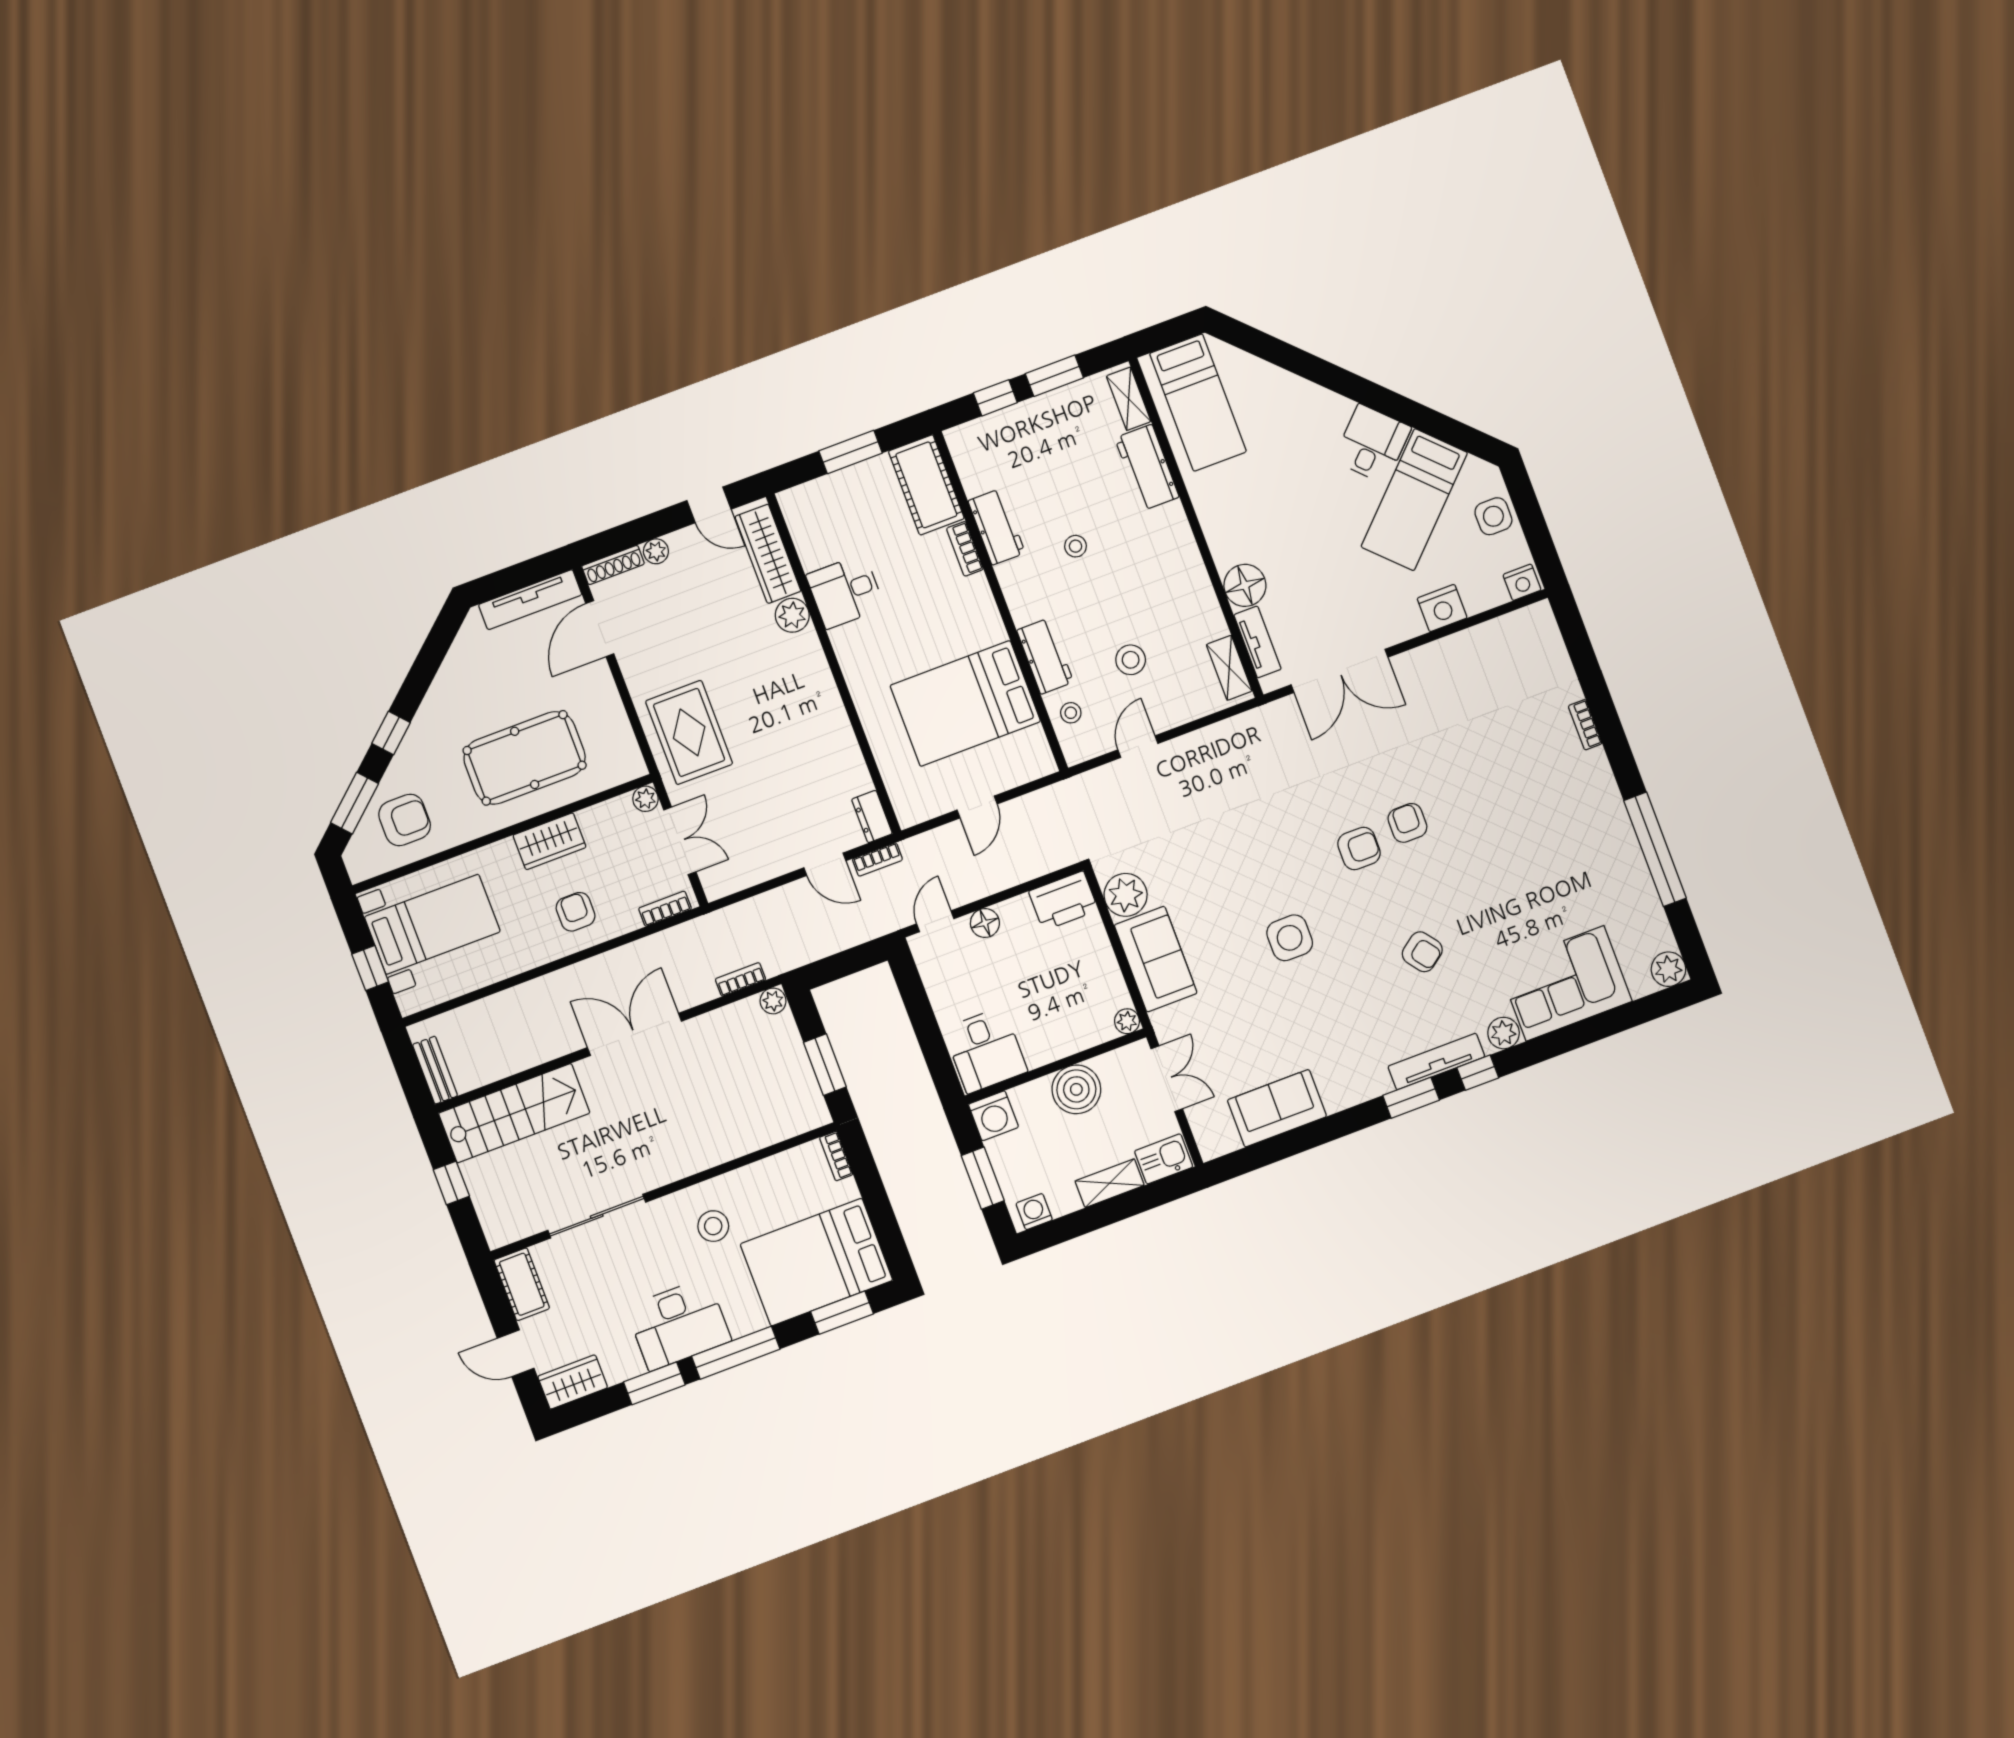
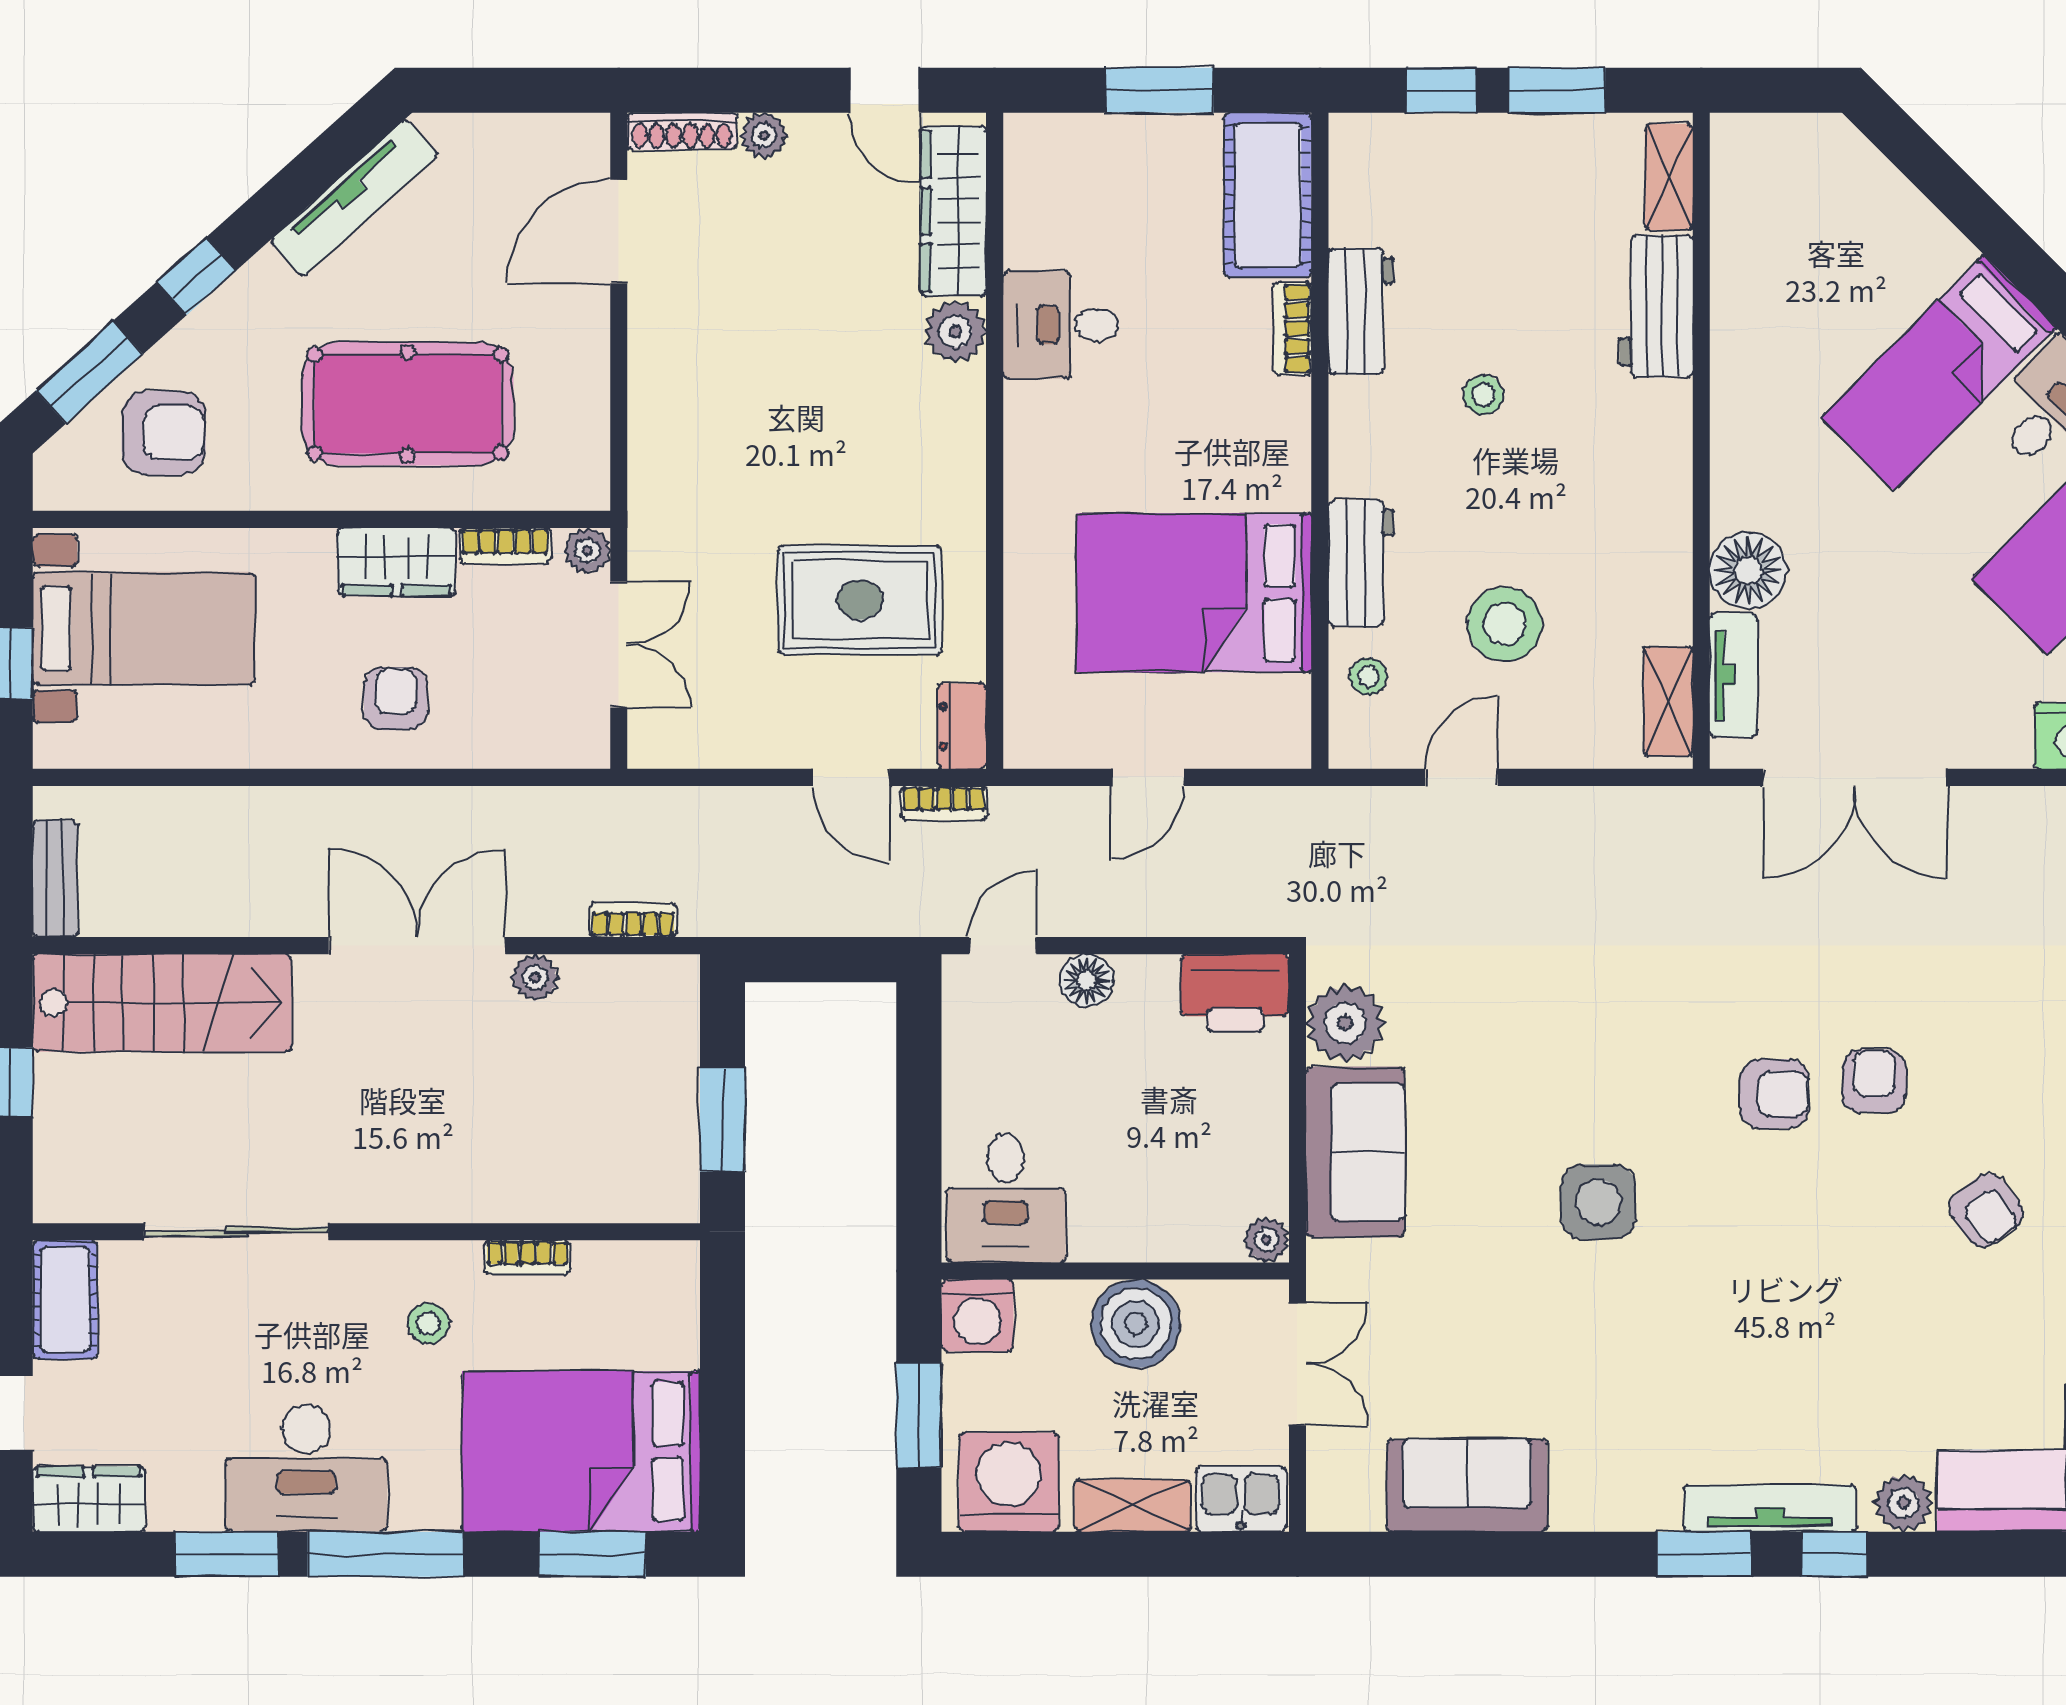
bed: (1198, 403) -> (1939, 372), moved, turned 45
tv unit: (530, 600) -> (354, 198), moved, turned -42
stool: (1131, 660) -> (1505, 624), width x1.38, depth x1.38
rug: (689, 732) -> (860, 600), moved, turned 90
bookcase: (665, 909) -> (505, 546), moved, turned 180
armchair: (1422, 952) -> (1986, 1210), moved
plant: (773, 1001) -> (535, 978), moved
bookcase: (836, 1156) -> (527, 1257), moved, turned -90
washing machine: (1034, 1212) -> (1009, 1482), width x1.89, depth x1.89
stool: (713, 1226) -> (428, 1323), width x0.73, depth x0.73

